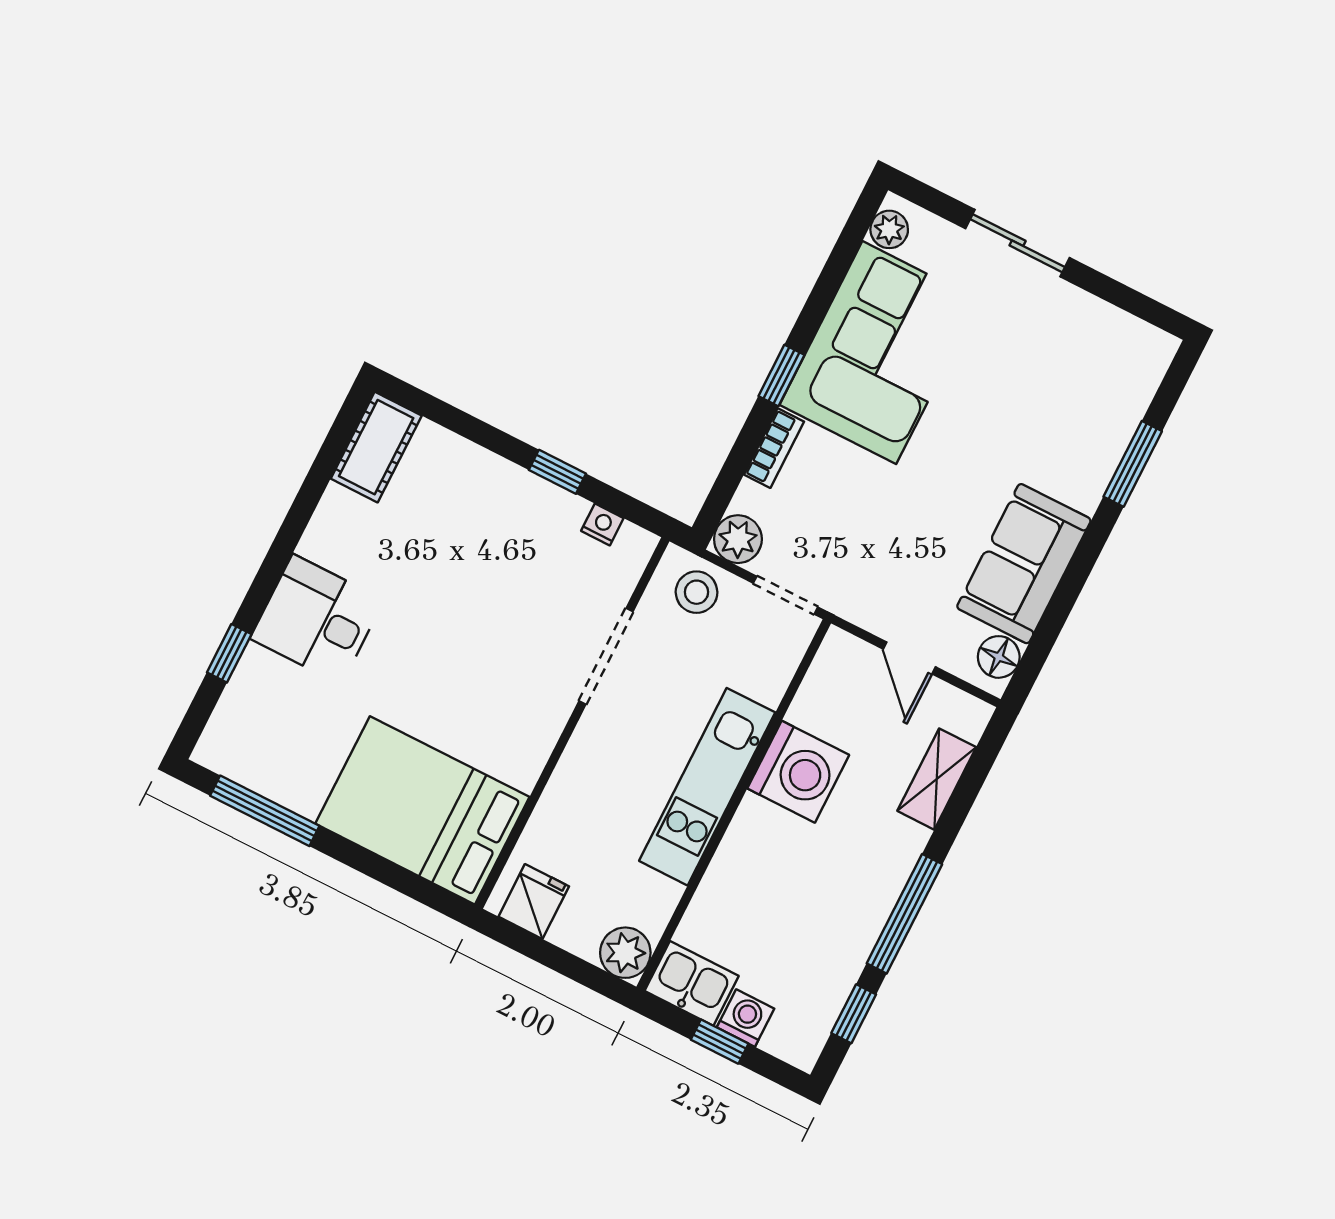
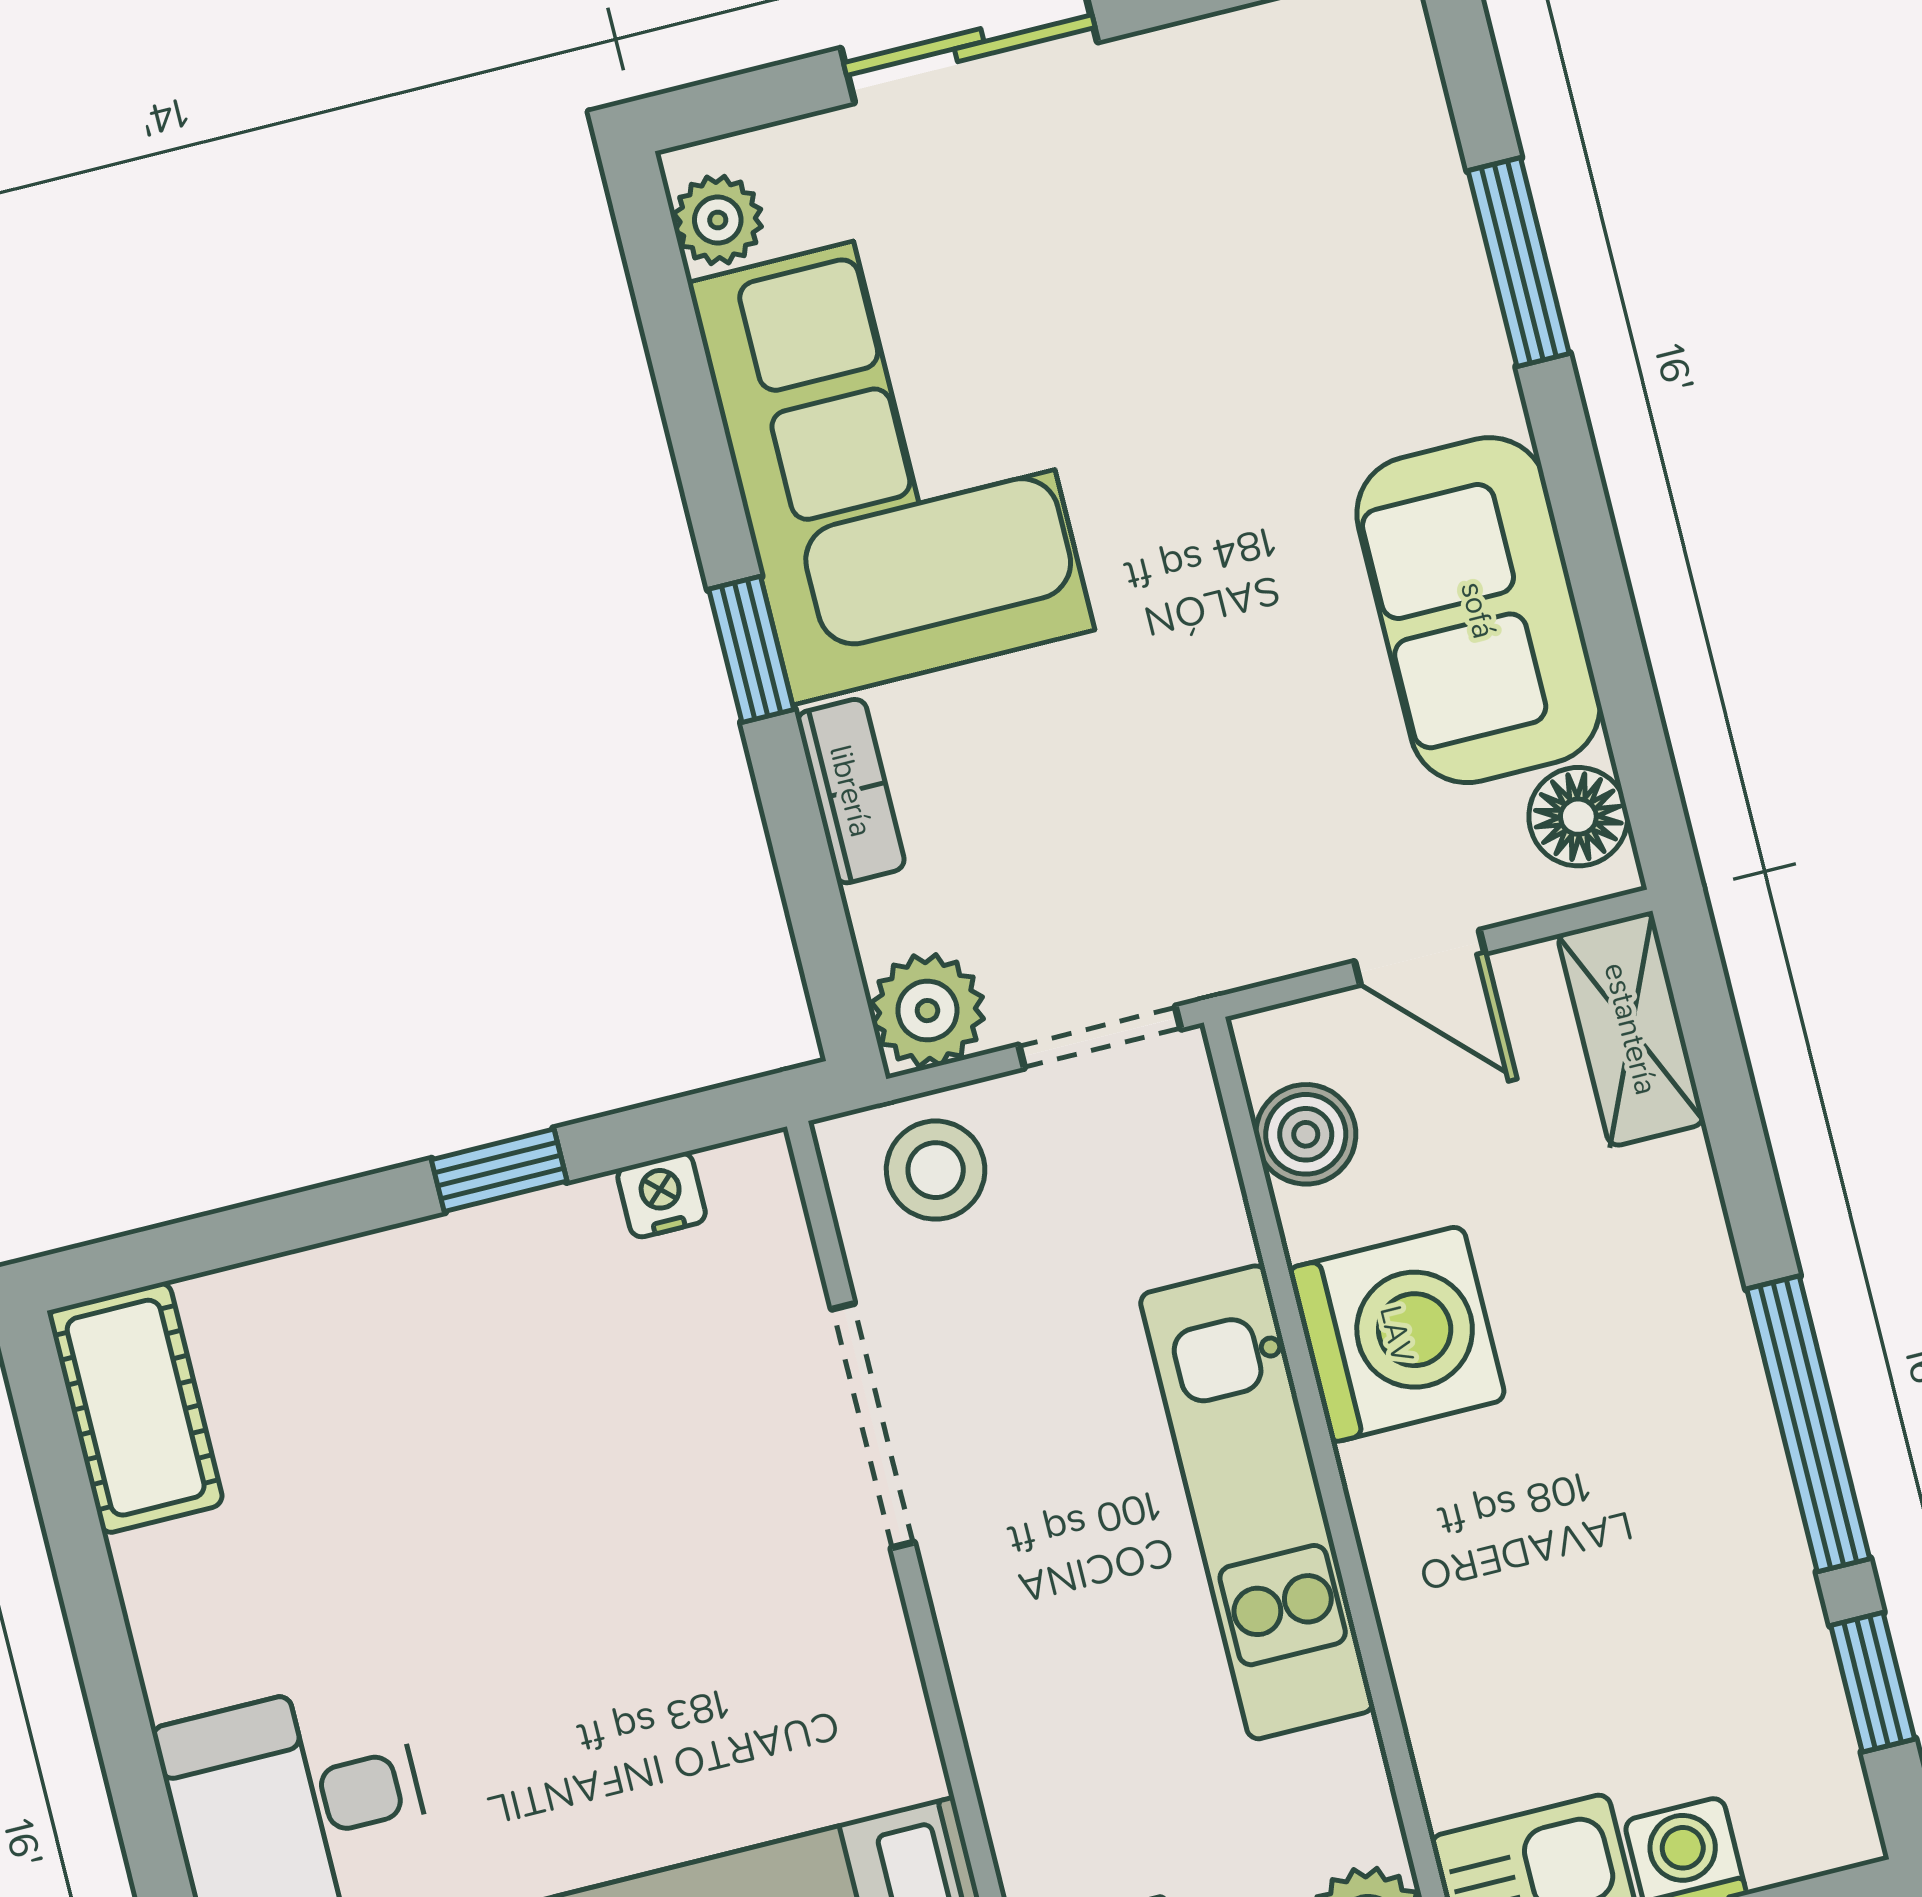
boiler: (824, 683) -> (1306, 1134), added
shelving: (937, 779) -> (1631, 1029), moved

